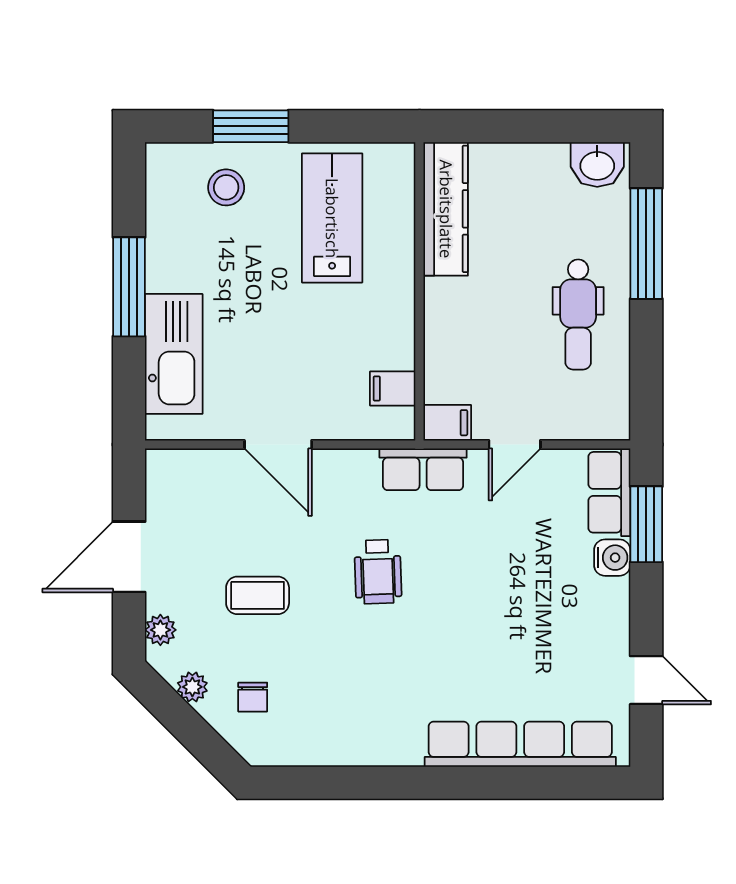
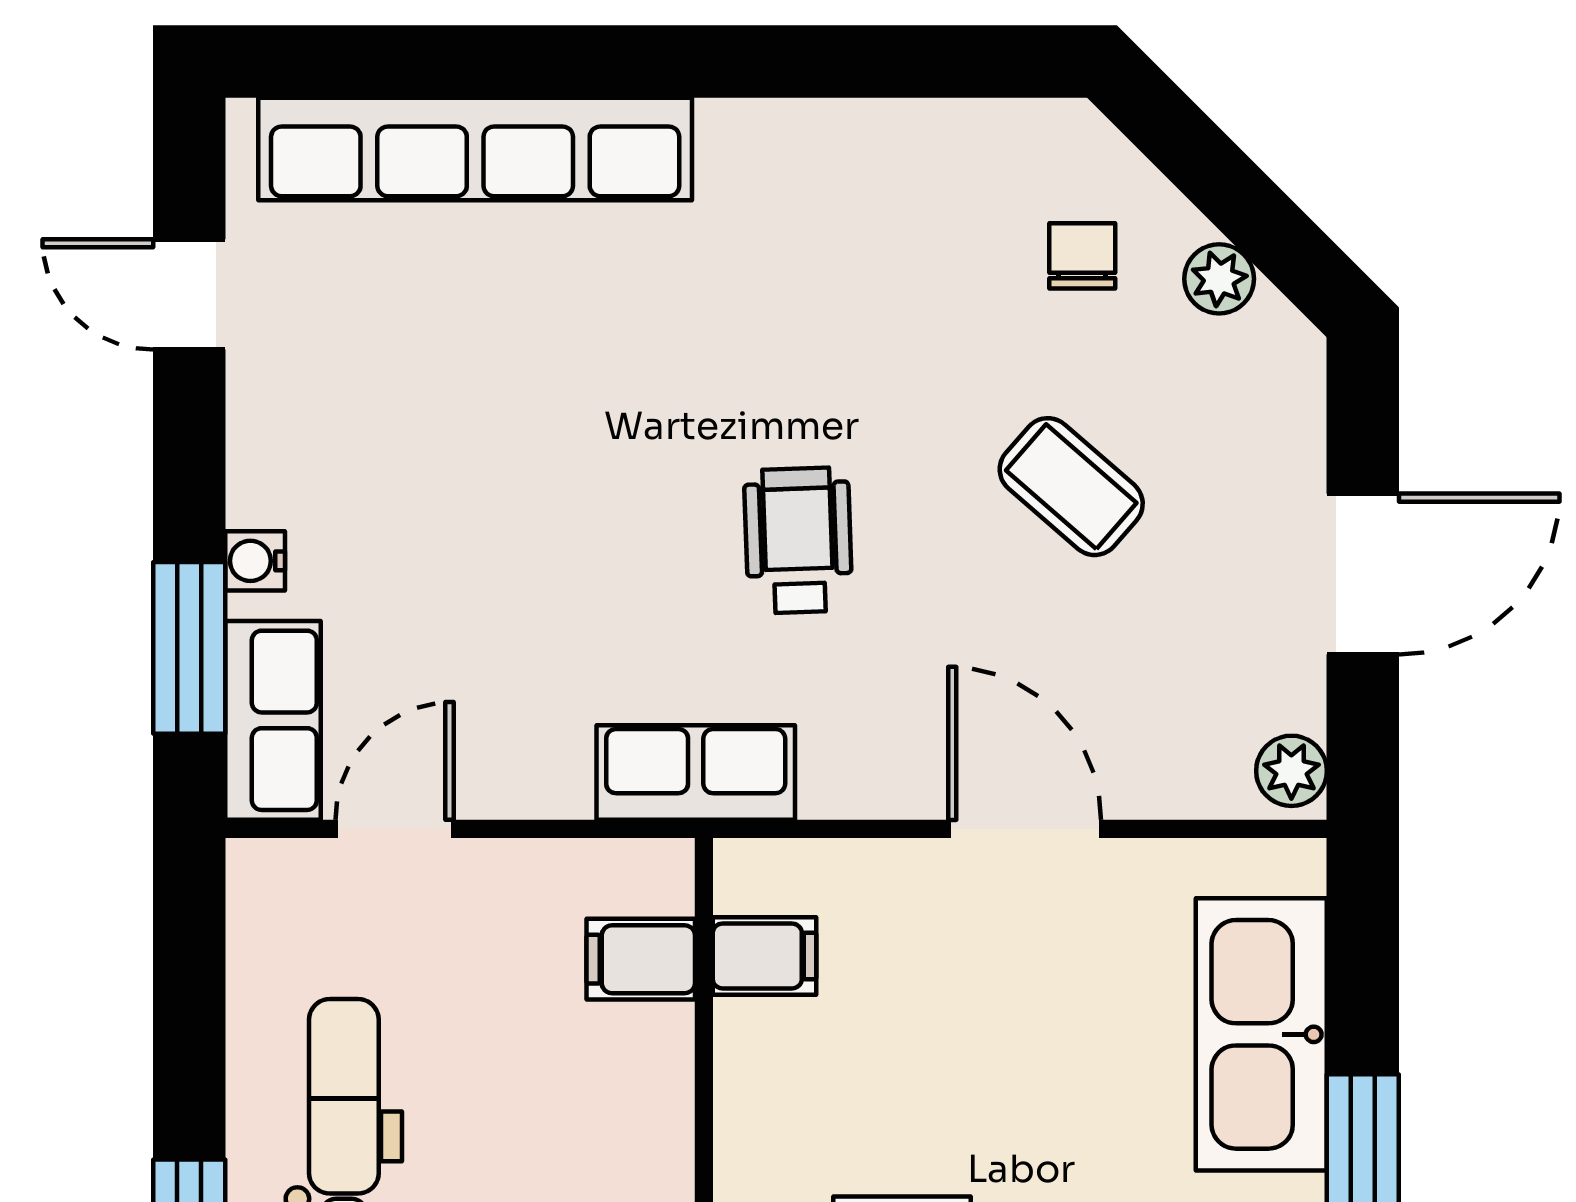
filing cabinet: (447, 423) -> (641, 959), moved
door: (515, 445) -> (395, 829), moved
water cooler: (612, 558) -> (255, 561), width x0.72, depth x0.72
coffee table: (258, 595) -> (1071, 487), turned 41
plant: (160, 630) -> (1291, 771), moved

